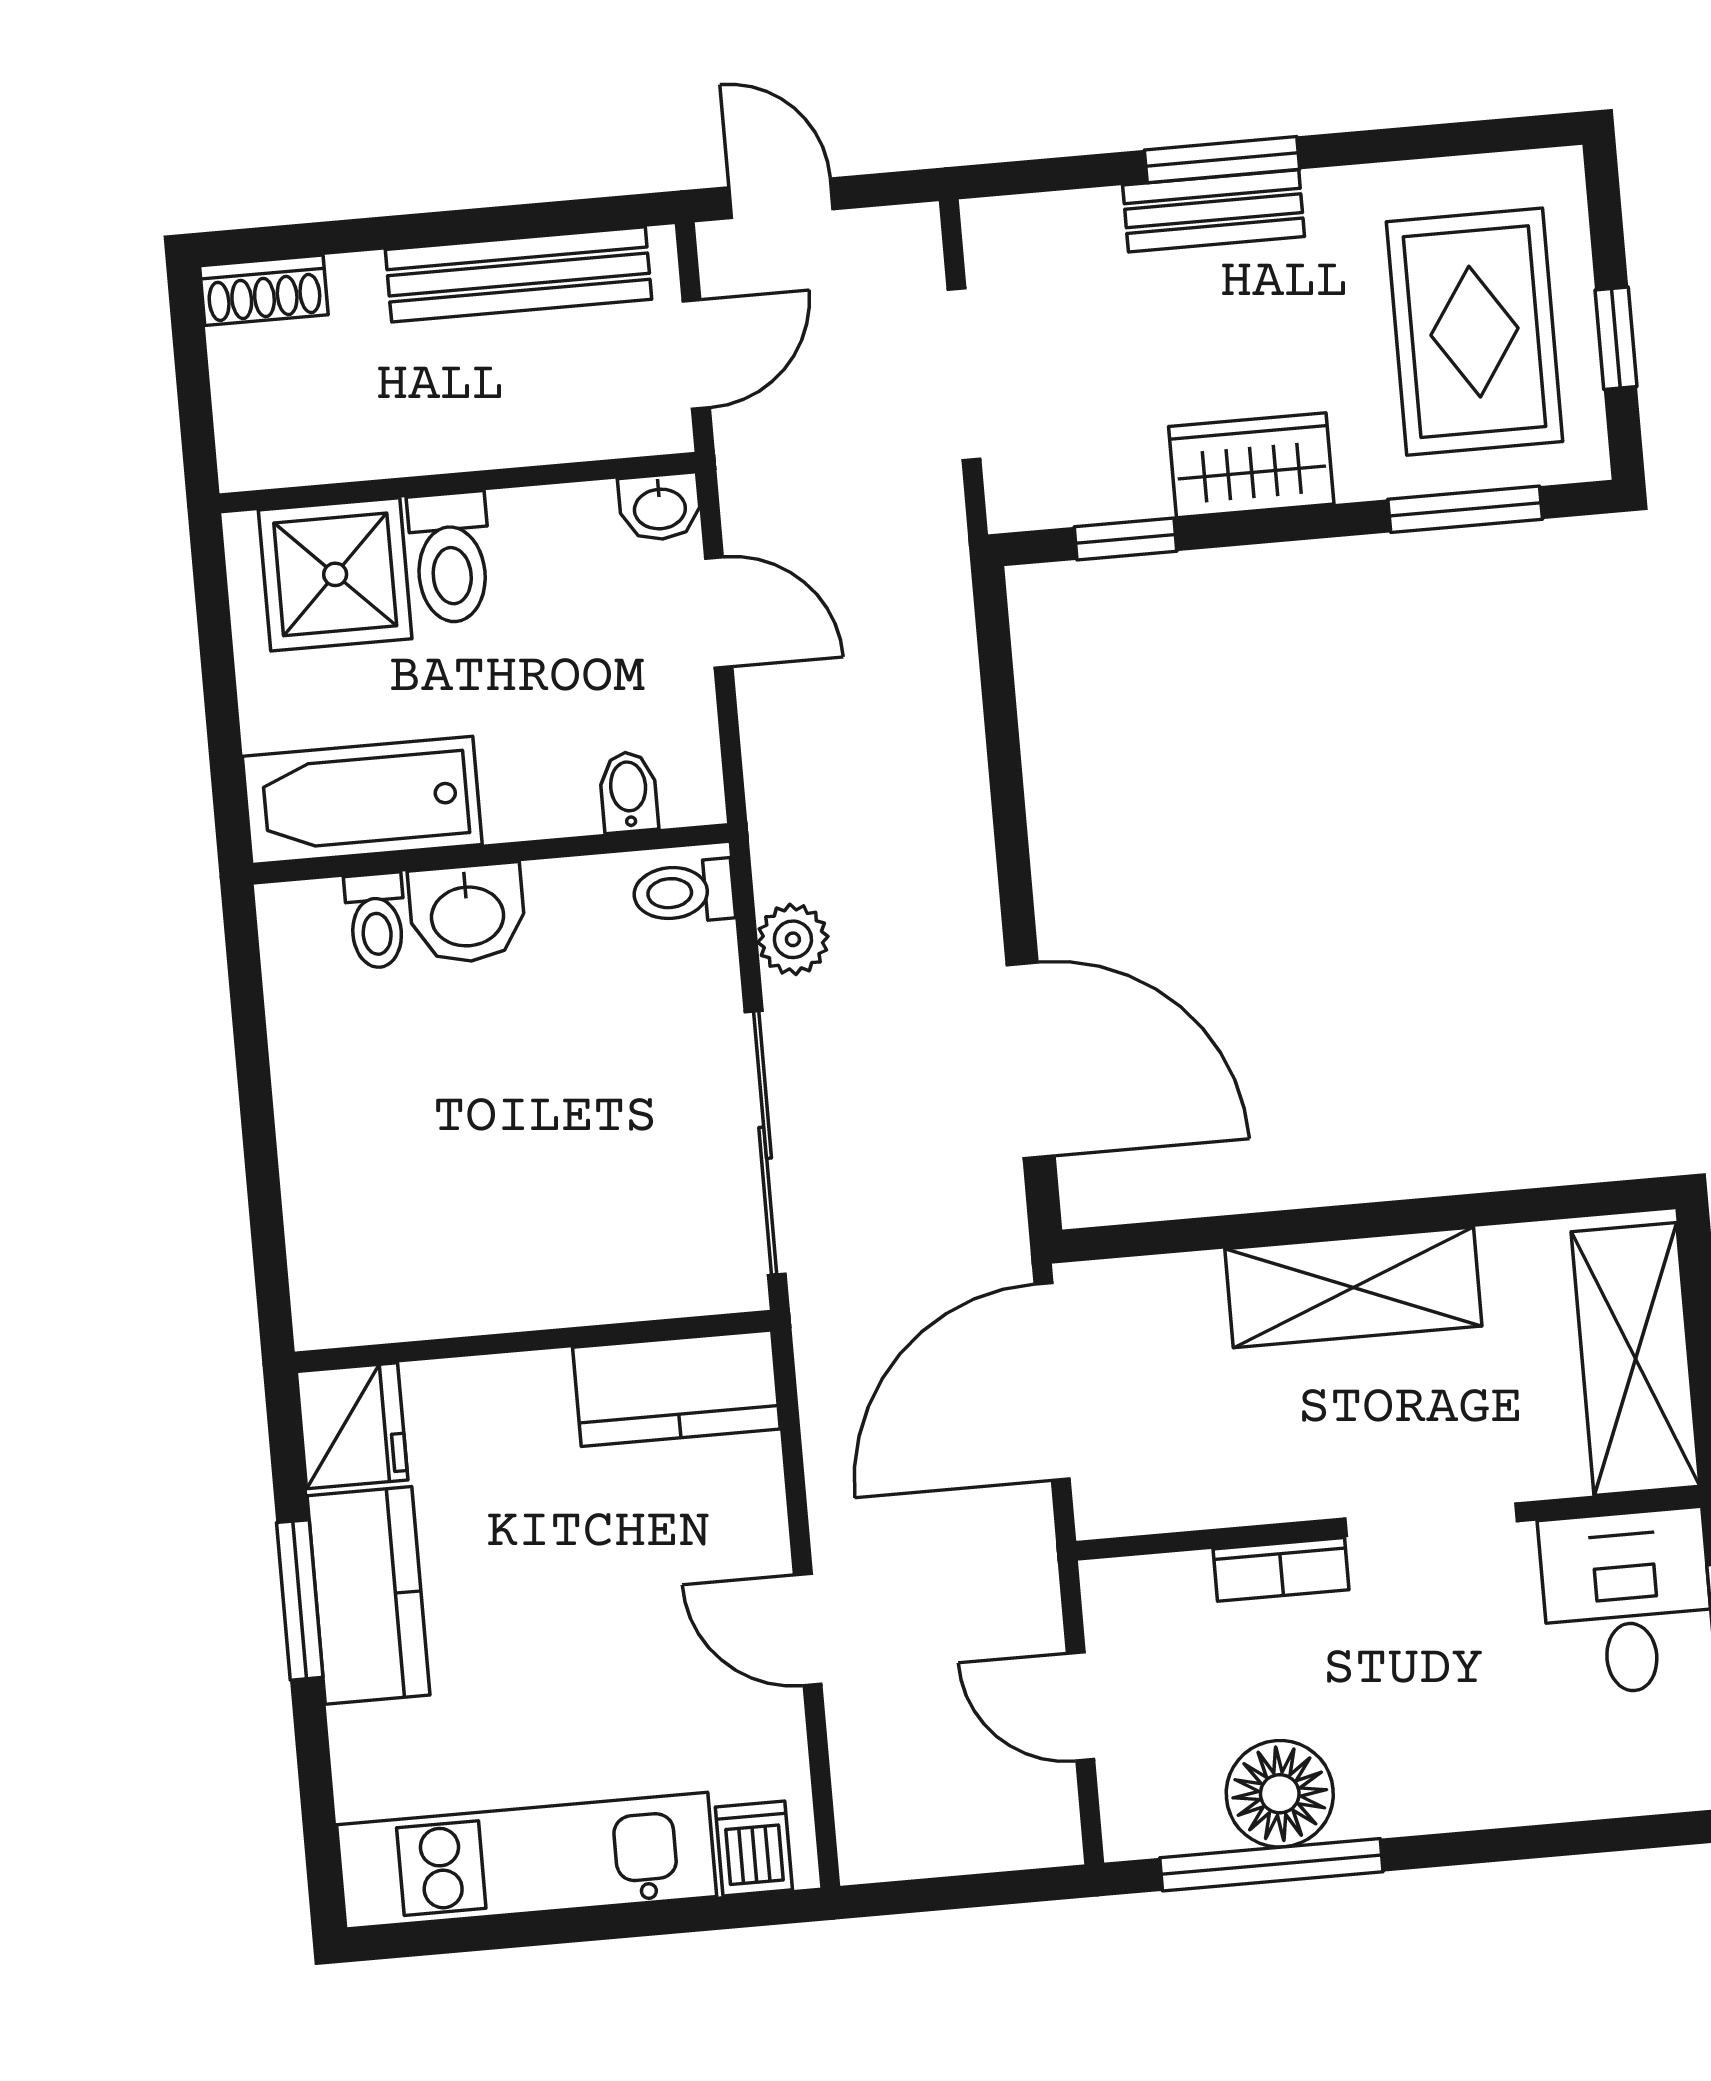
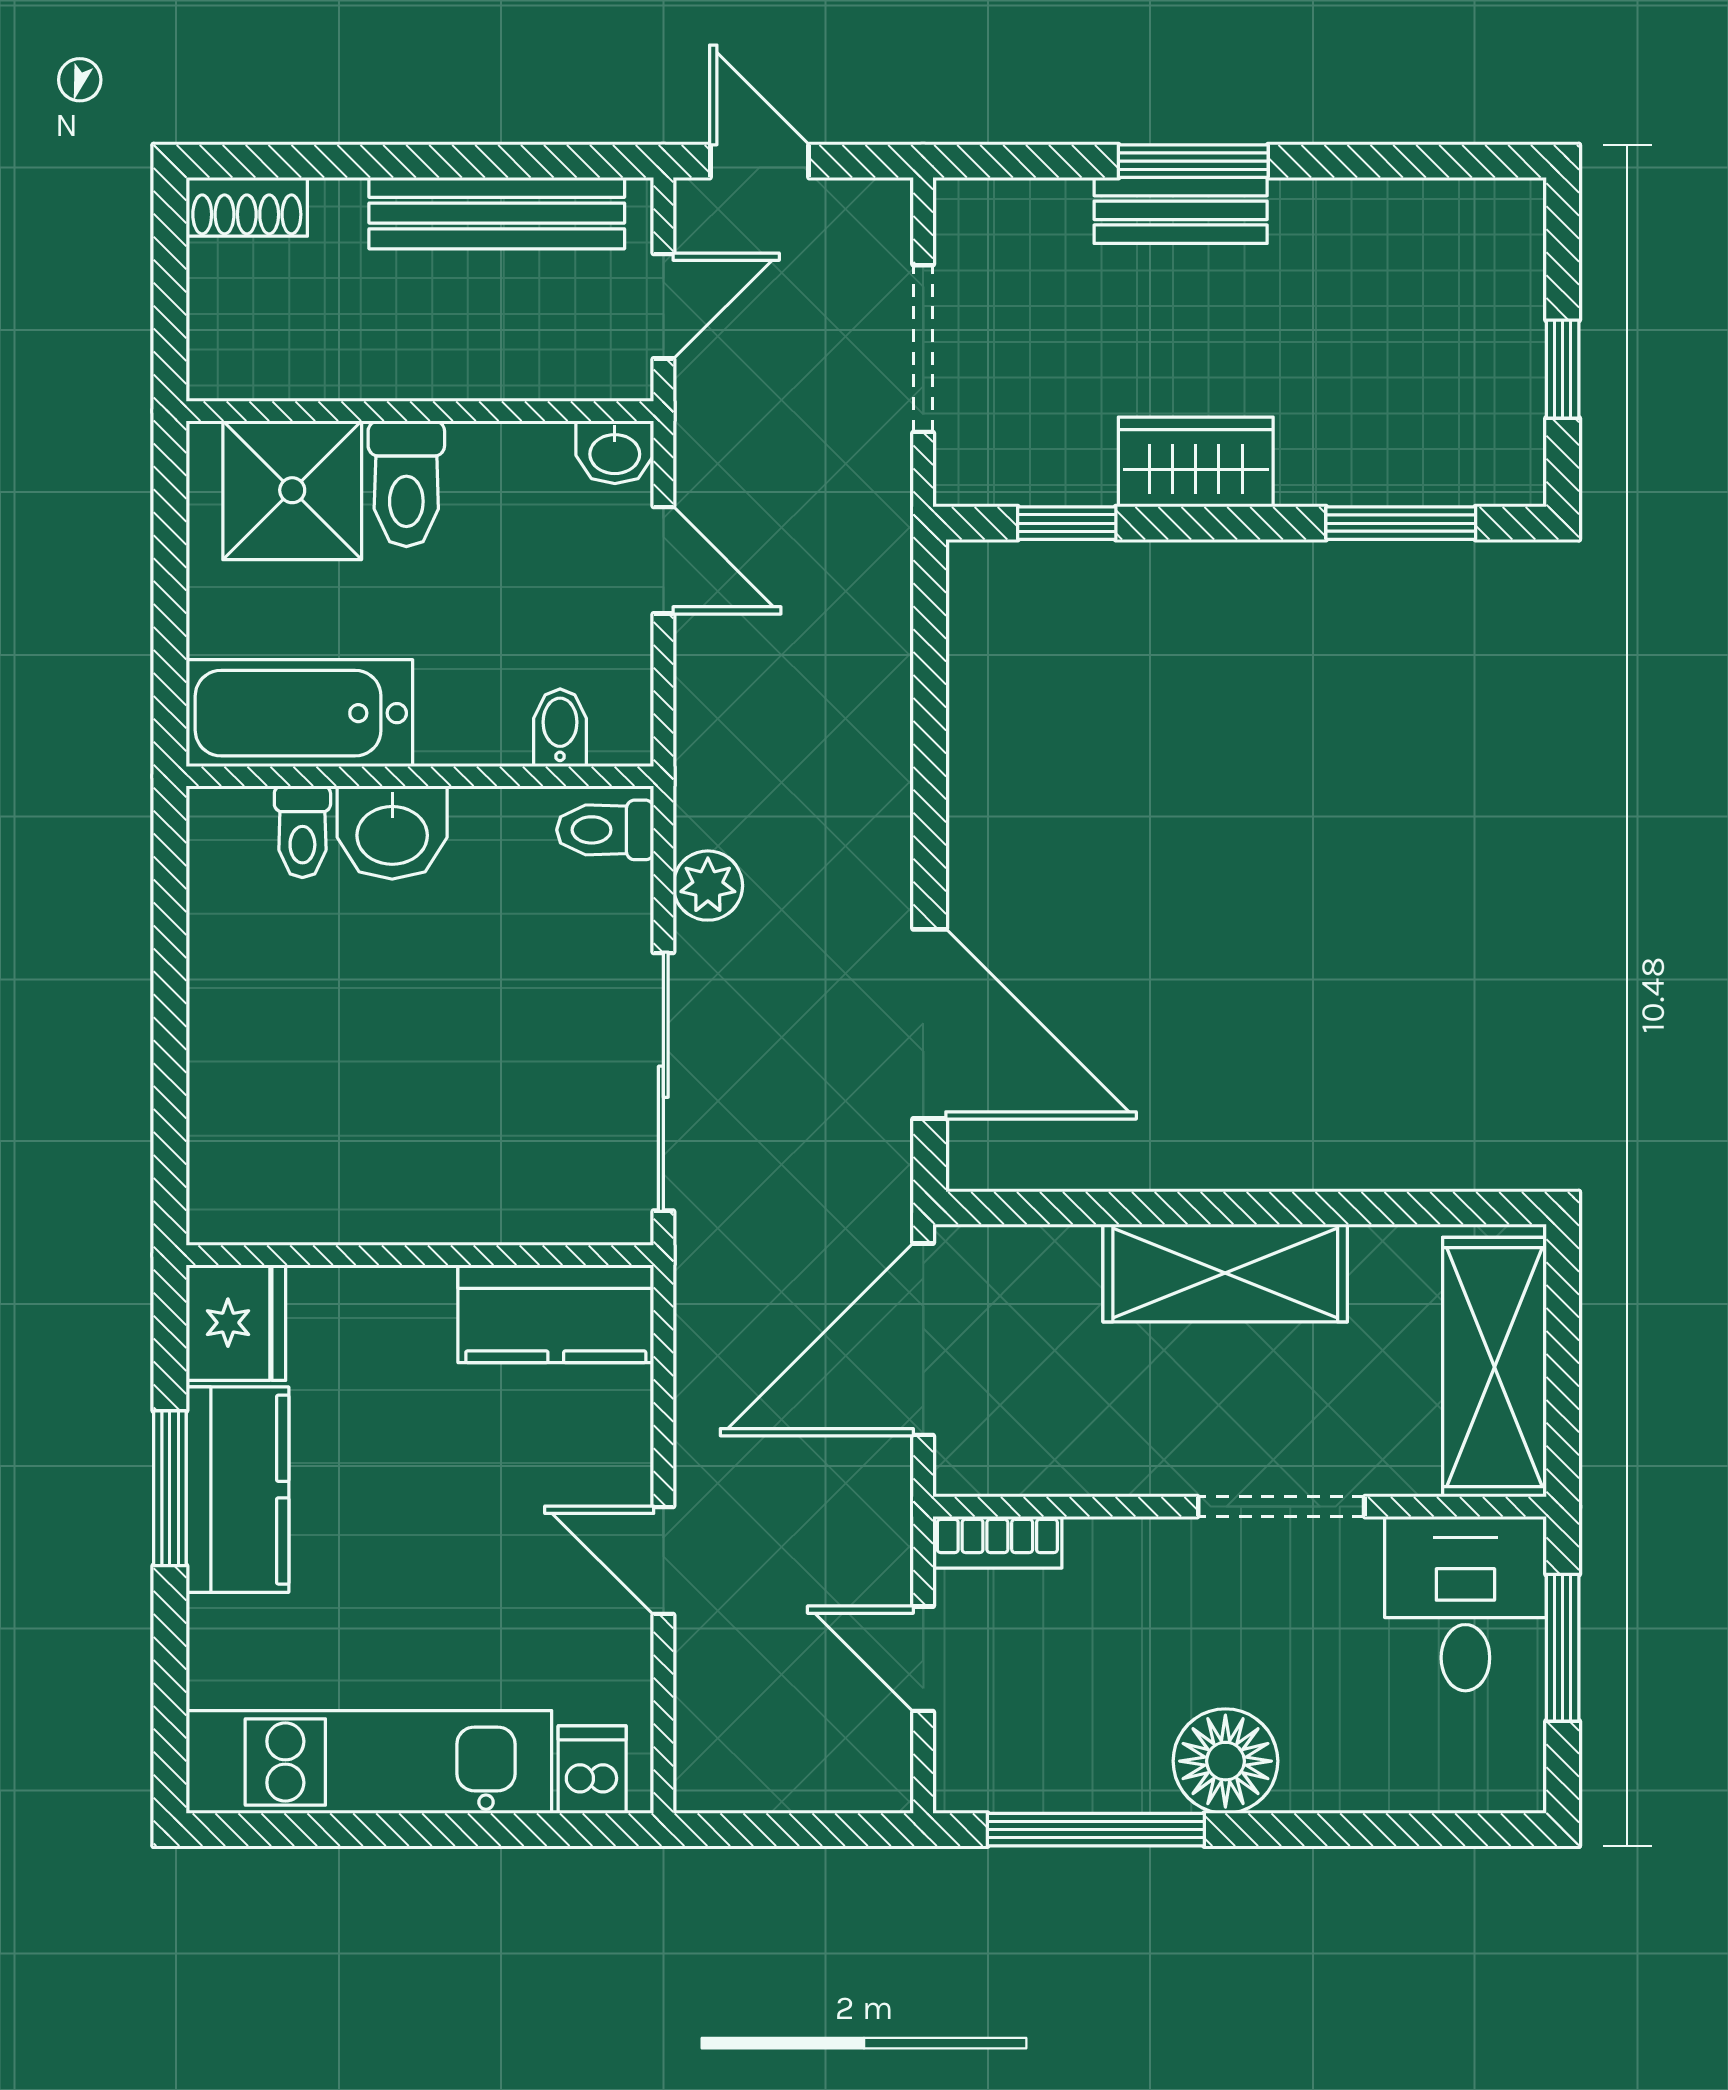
rug: (1475, 332) -> (1425, 351), removed
bookcase: (1281, 1569) -> (997, 1542), moved
floor lamp: (1280, 1794) -> (1225, 1761), moved

